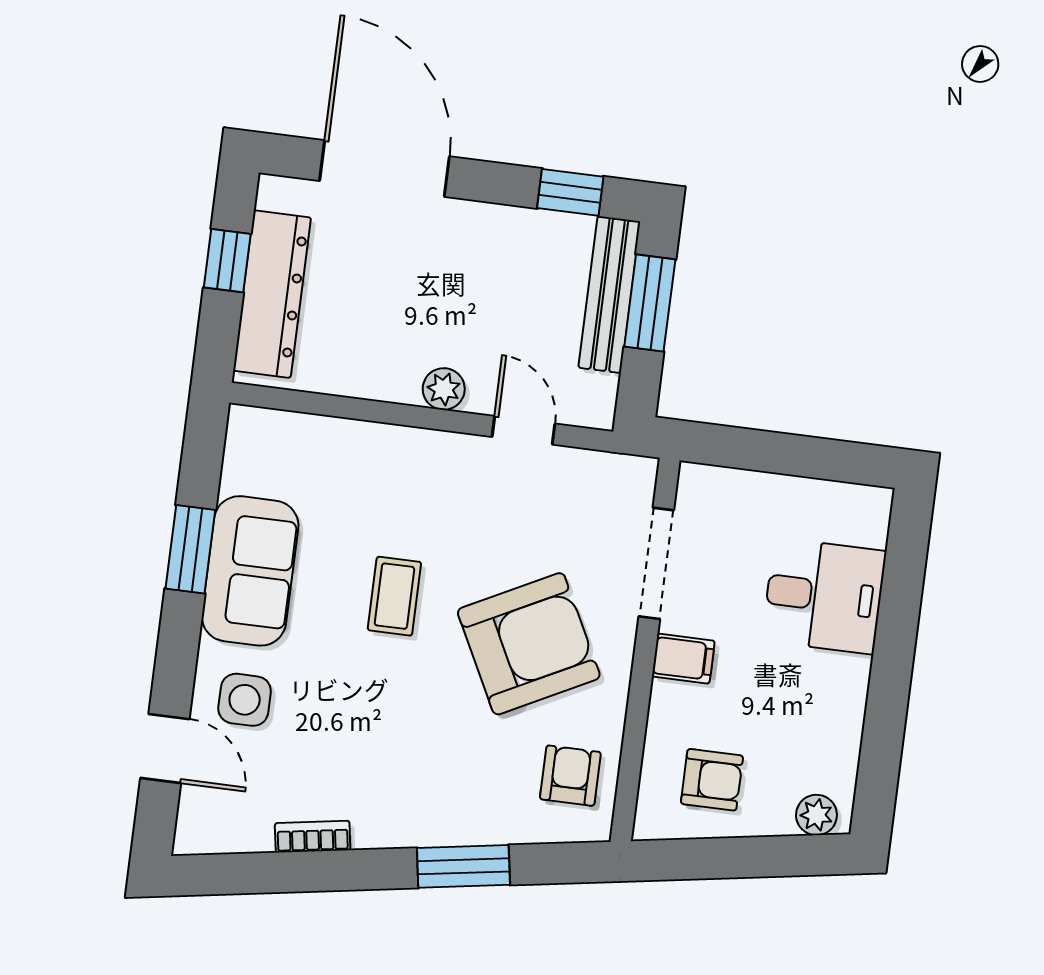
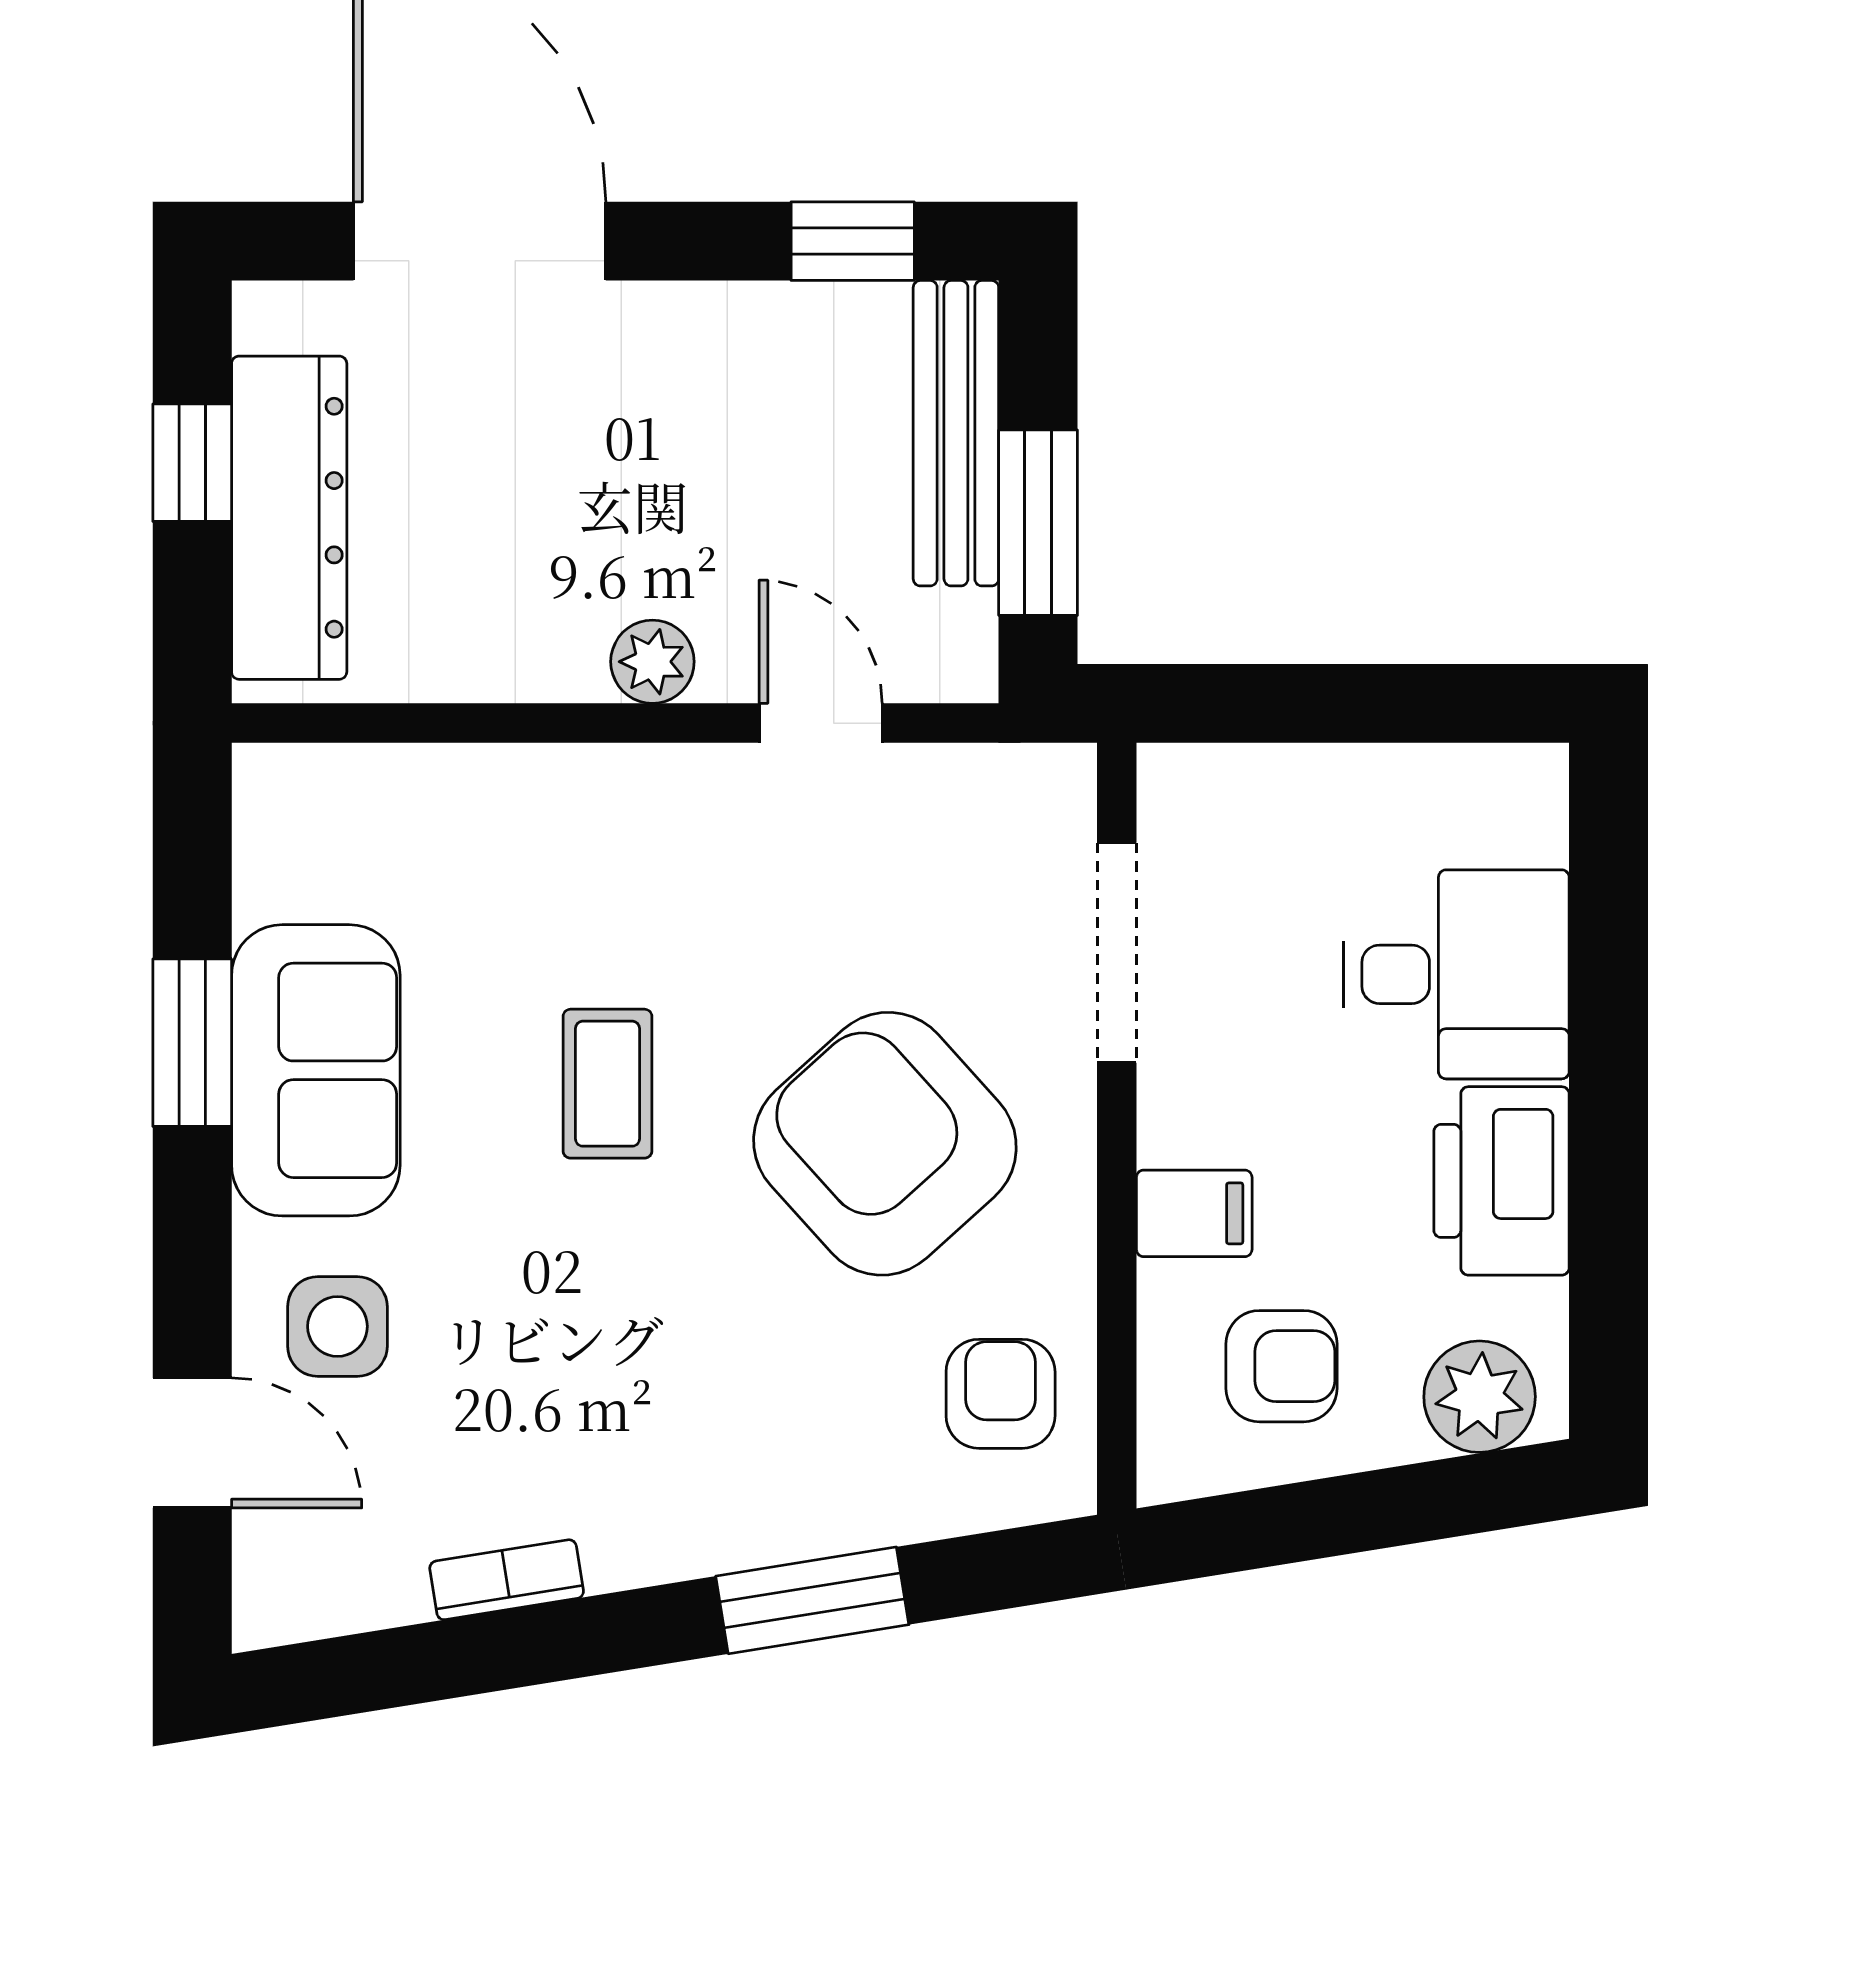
window: (650, 303) -> (1038, 523), moved
armchair: (529, 644) -> (885, 1144), turned -105
filing cabinet: (683, 659) -> (1194, 1213), moved
printer: (833, 702) -> (1501, 1181), added
plant: (816, 815) -> (1480, 1397), width x1.38, depth x1.38

